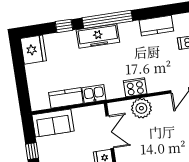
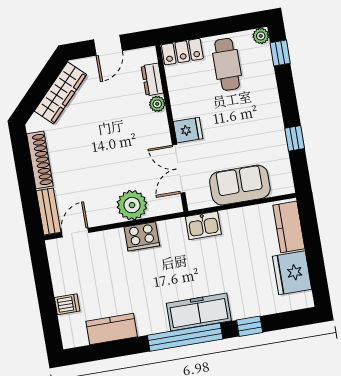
fridge: (33, 50) -> (292, 273), moved
kitchen counter: (66, 98) -> (289, 227), moved, turned 90
sofa: (53, 123) -> (240, 185), moved

